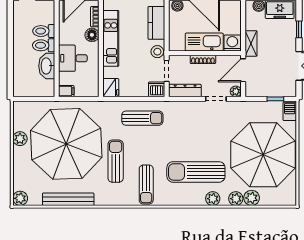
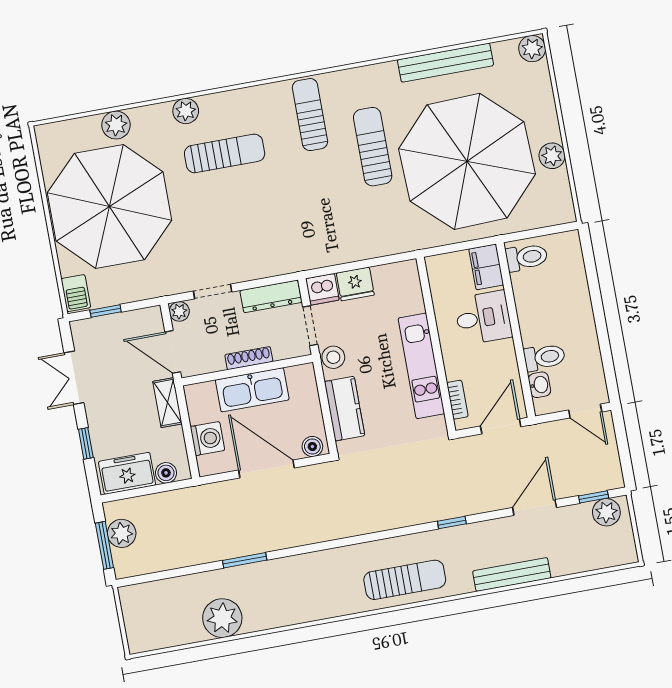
floor lamp: (92, 35) -> (456, 366), removed
washing machine: (232, 43) -> (207, 439), moved, turned -90
toilet: (44, 45) -> (527, 257), moved
washbasin: (47, 66) -> (540, 385), moved, width x0.52, depth x0.69
door: (243, 70) -> (173, 352), swing flipped
fridge: (111, 88) -> (355, 284), moved, turned -90
filing cabinet: (66, 91) -> (486, 267), width x2.00
sun lounger: (142, 118) -> (338, 233), removed
sun lounger: (116, 161) -> (373, 147), turned 180
sun lounger: (196, 172) -> (225, 153), width x0.73, depth x0.75
plant: (236, 199) -> (144, 119), removed

